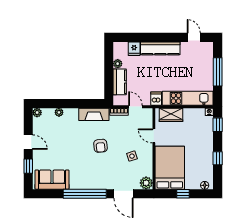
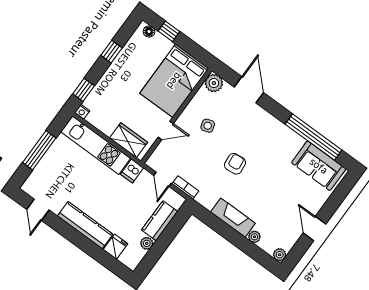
fireplace: (94, 114) -> (233, 218), moved
door: (154, 136) -> (166, 130), hinge flipped
window: (28, 166) -> (335, 201), removed
window: (85, 194) -> (313, 137), moved
window: (183, 194) -> (169, 31), moved

